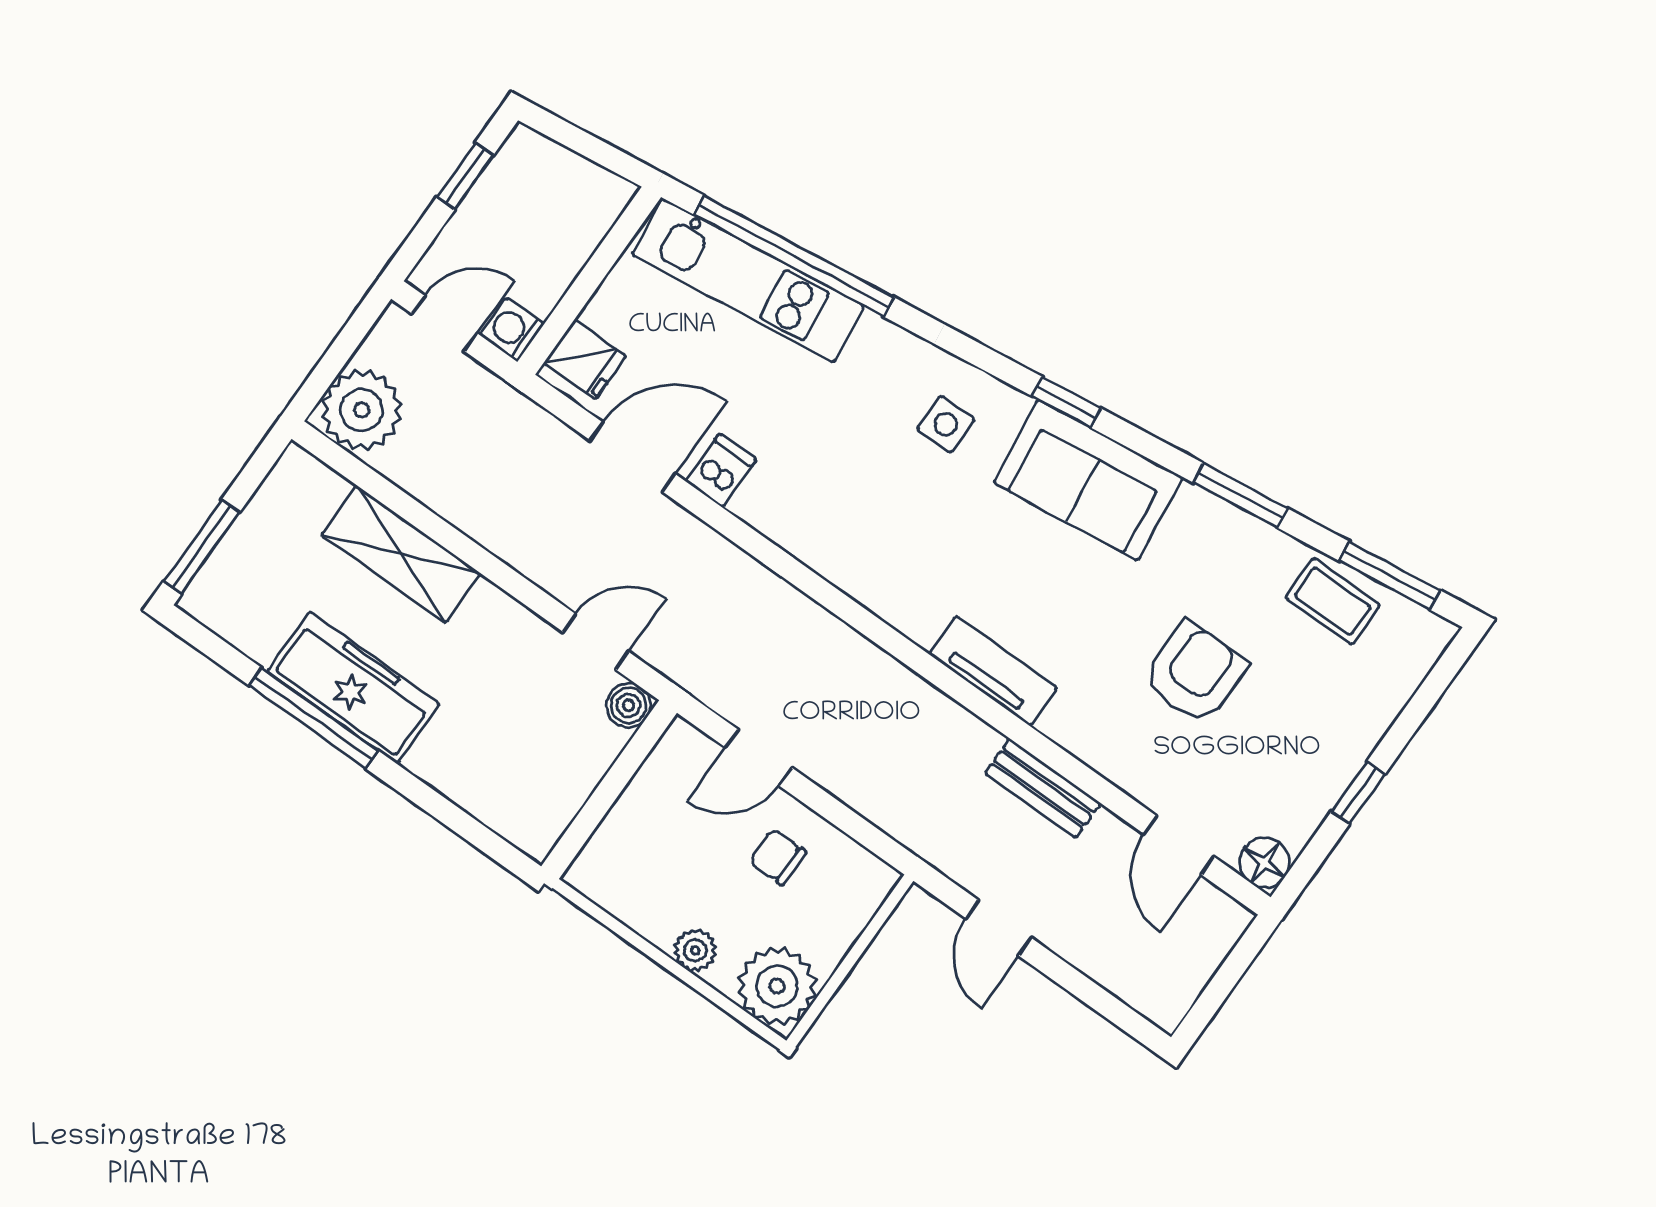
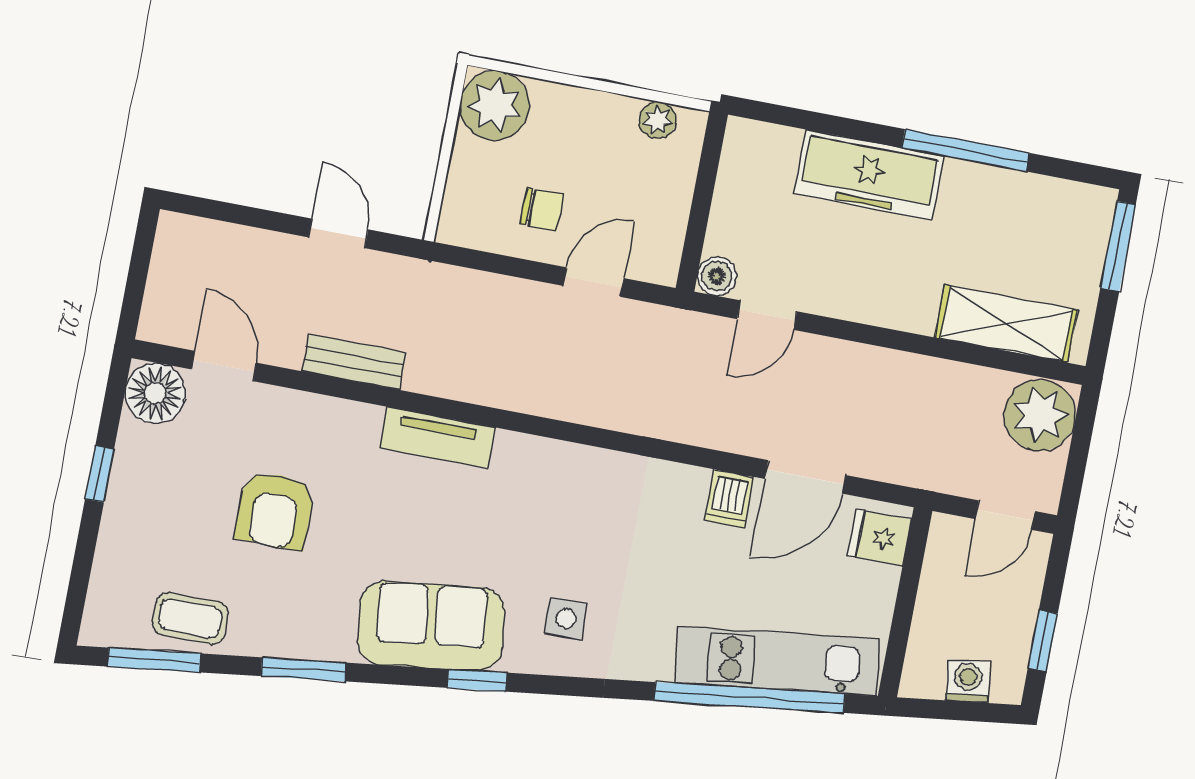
washing machine: (512, 329) -> (968, 681), moved, turned -97
shelving: (401, 554) -> (1006, 324), moved
freezer: (354, 688) -> (869, 175), moved
floor lamp: (1265, 863) -> (155, 393), width x1.38, depth x1.38
plant: (695, 950) -> (658, 120), moved

